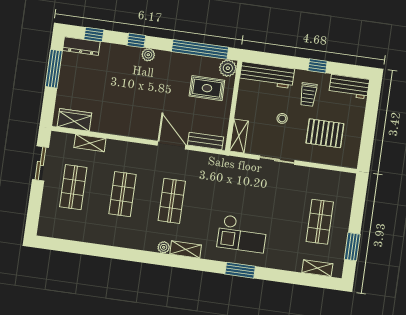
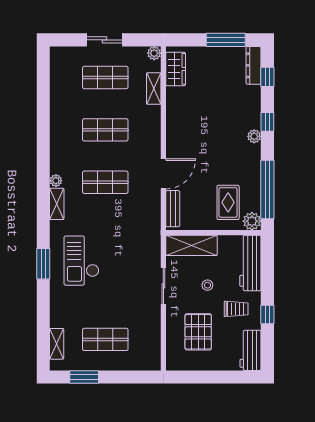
trolley: (308, 95) -> (236, 309), turned 180
shelving: (239, 136) -> (191, 245), width x1.50, depth x1.33
plant: (57, 138) -> (154, 53), added
sliding door: (40, 164) -> (105, 40), moved

